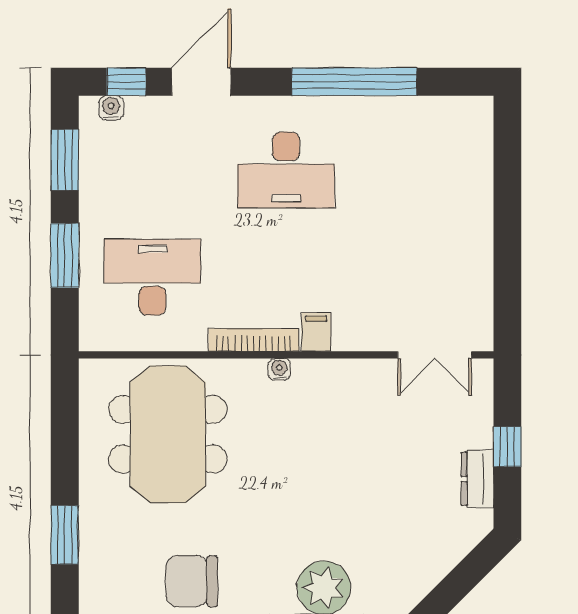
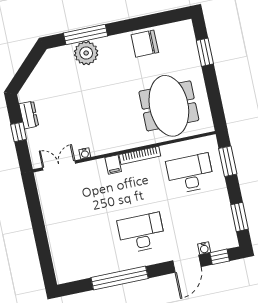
water cooler: (111, 108) -> (204, 248), moved
window: (65, 255) -> (228, 161), moved
desk: (152, 277) -> (190, 173), turned 180
water cooler: (279, 369) -> (85, 153), moved
chair: (192, 581) -> (145, 44), turned 180

